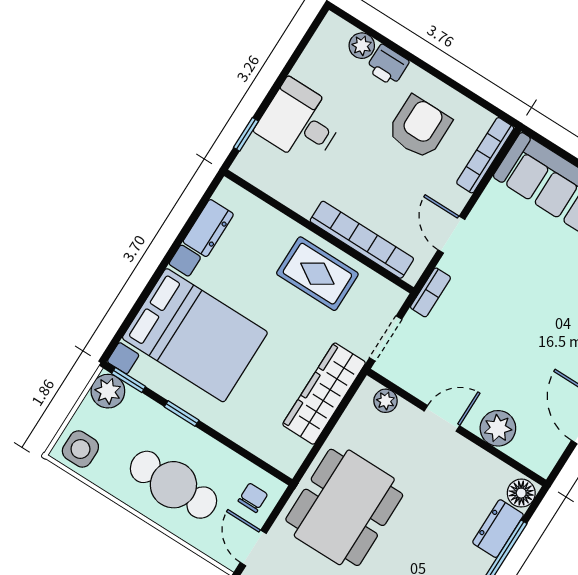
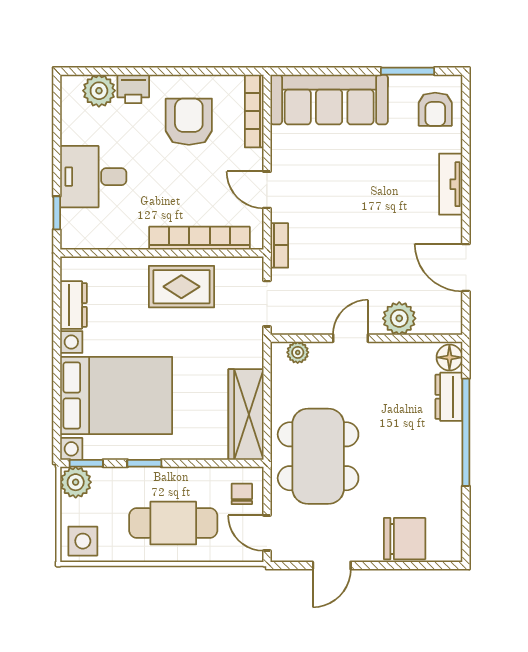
plant: (362, 46) -> (99, 91), width x1.38, depth x1.38
wardrobe: (324, 394) -> (246, 414), moved

